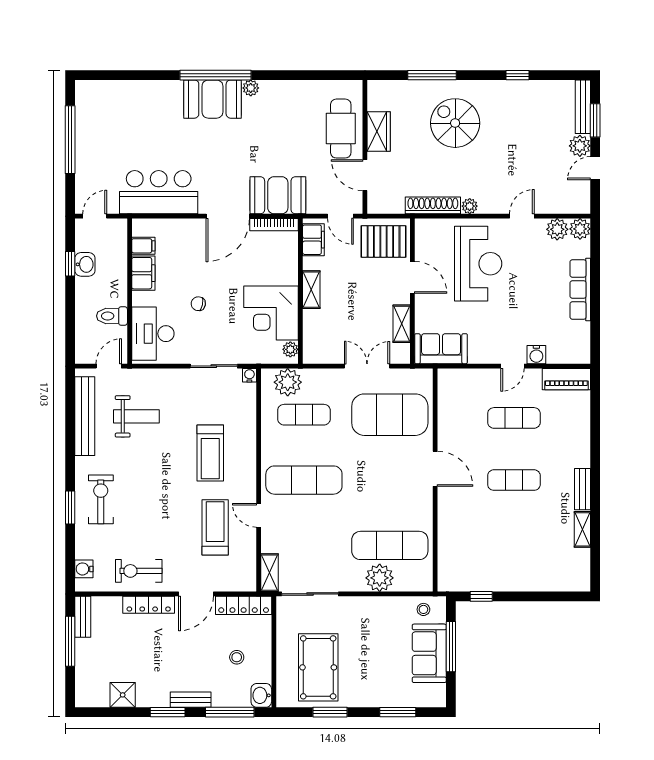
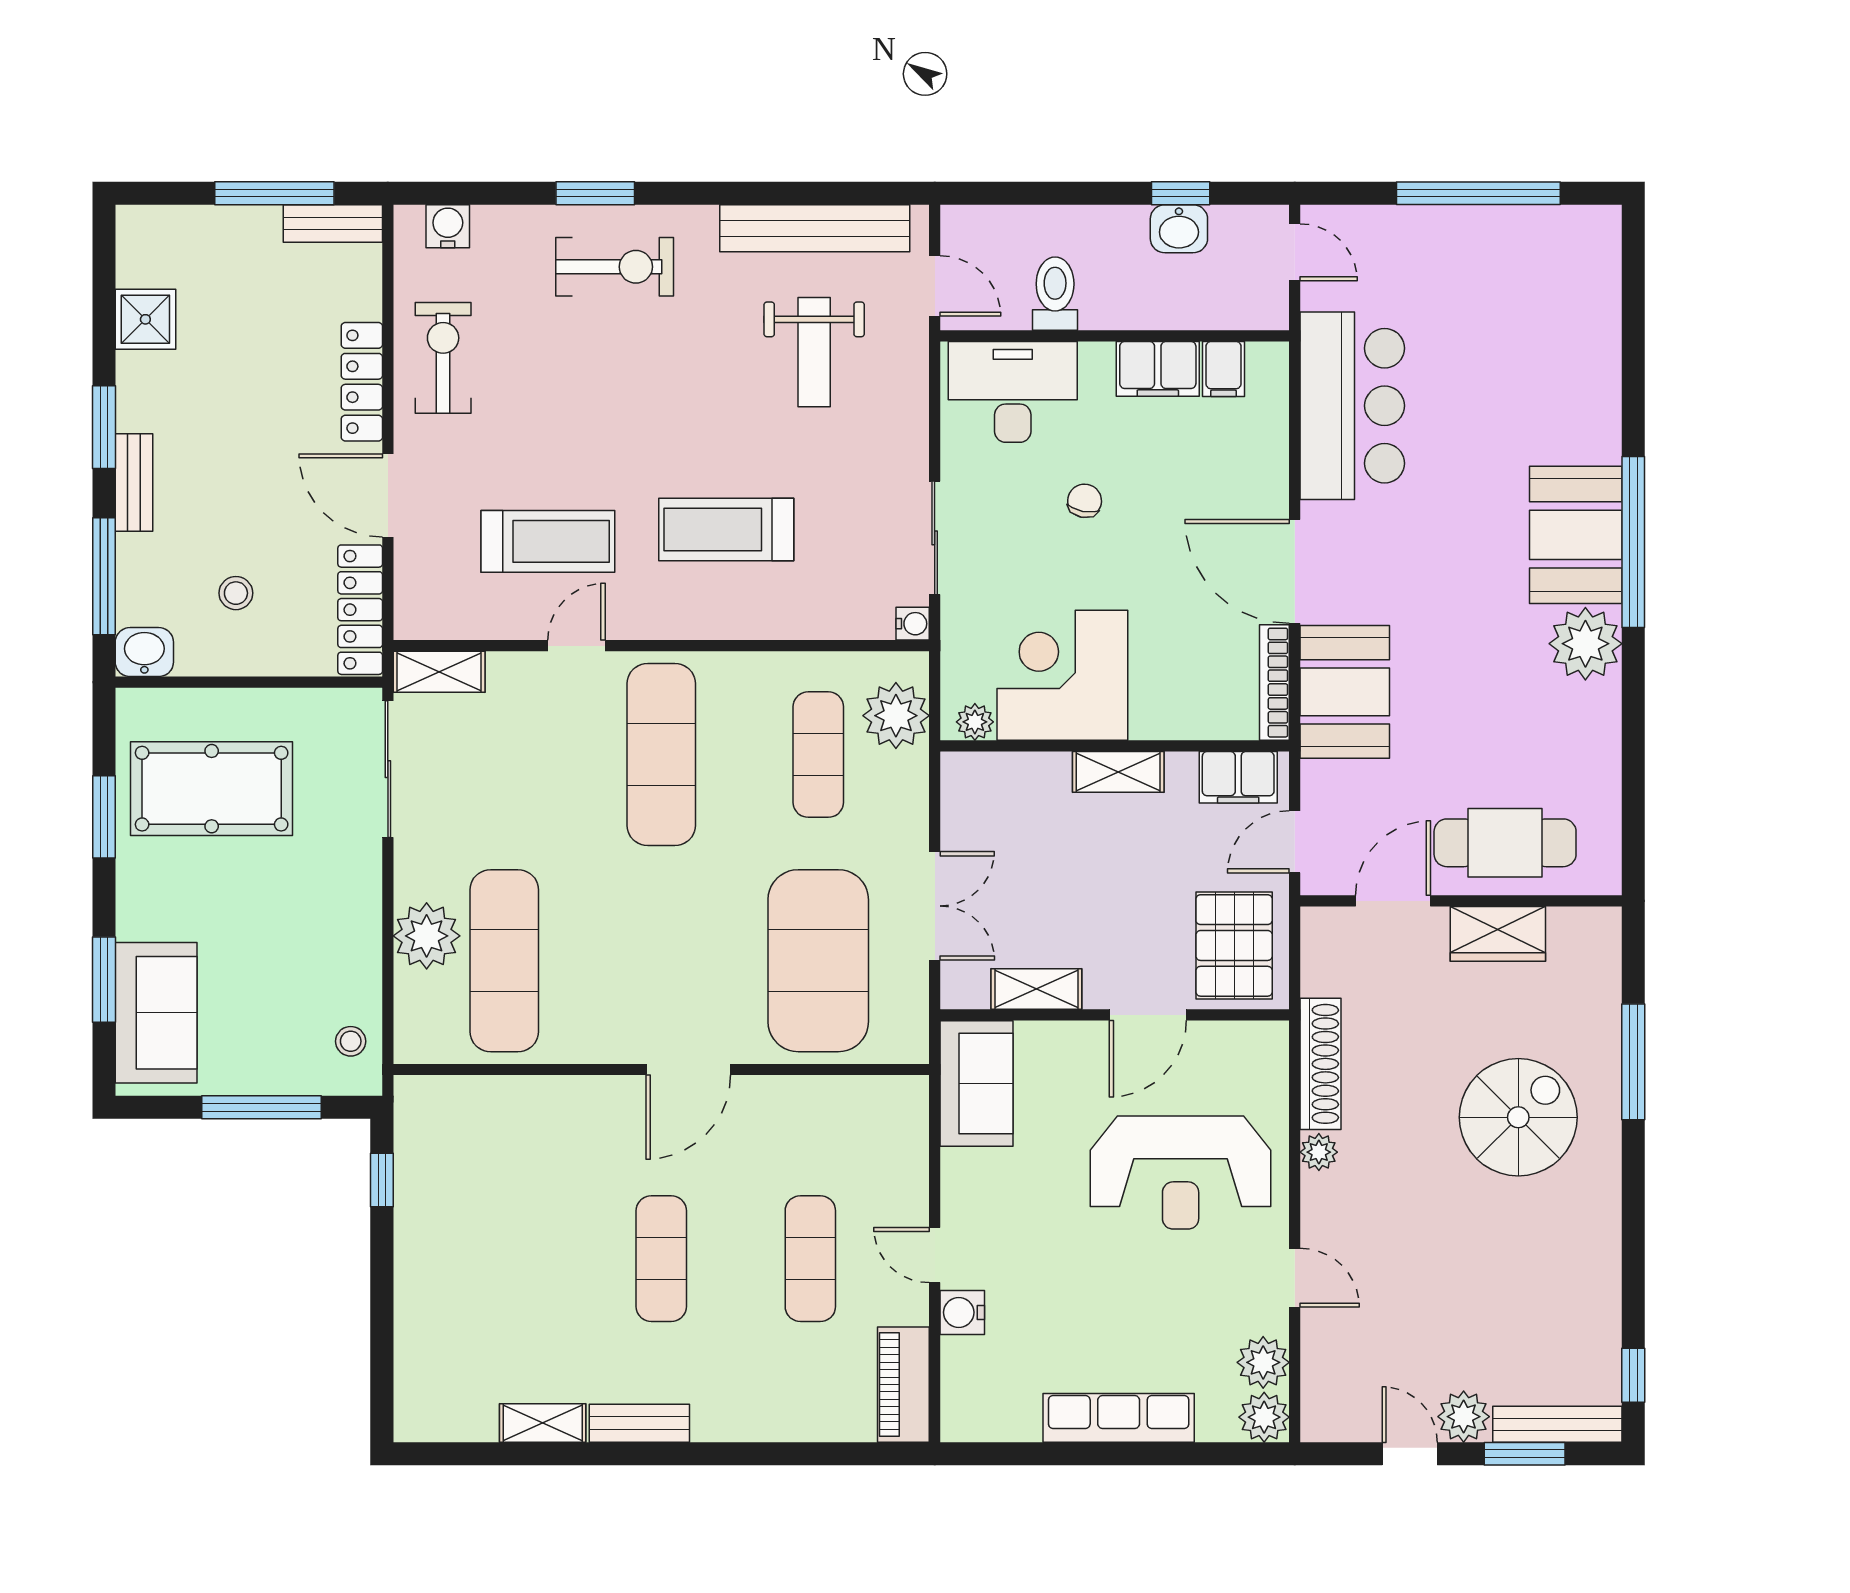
window: (518, 75) -> (1633, 1375), moved
plant: (251, 88) -> (1585, 644), width x1.87, depth x1.87
sofa: (429, 653) -> (156, 1013), moved, turned 90

